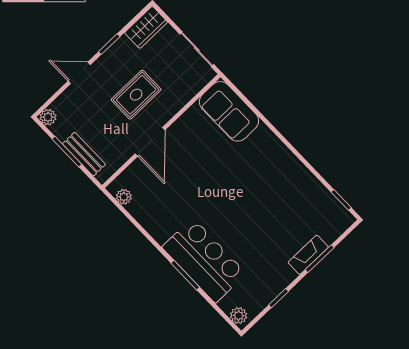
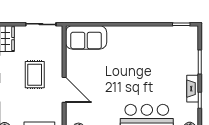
fireplace: (308, 255) -> (193, 89), moved

